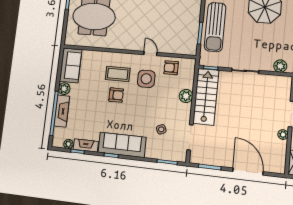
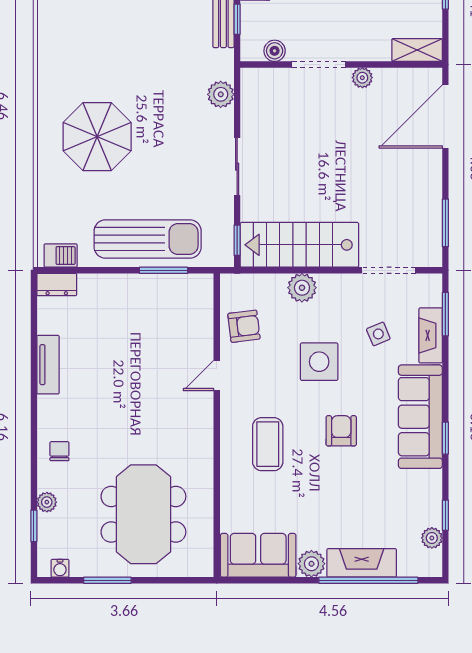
armchair: (171, 68) -> (244, 326), turned -97
side table: (146, 79) -> (319, 362), moved
armchair: (116, 95) -> (341, 431), moved
fireplace: (86, 145) -> (431, 335), moved
door: (248, 171) -> (445, 116), moved

